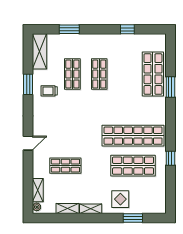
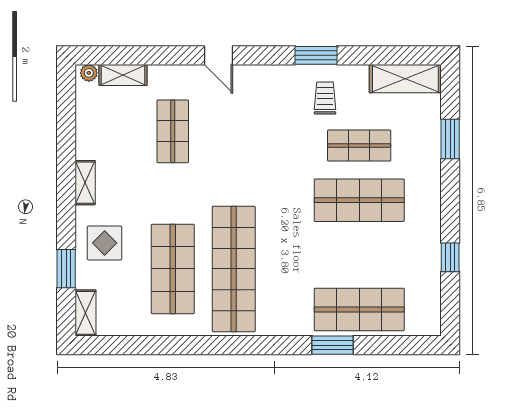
shop shelf: (99, 74) -> (359, 200), width x1.43, depth x1.36
window: (28, 84) -> (316, 55), moved
window: (170, 158) -> (188, 345), removed
shelving: (67, 209) -> (85, 313), moved

